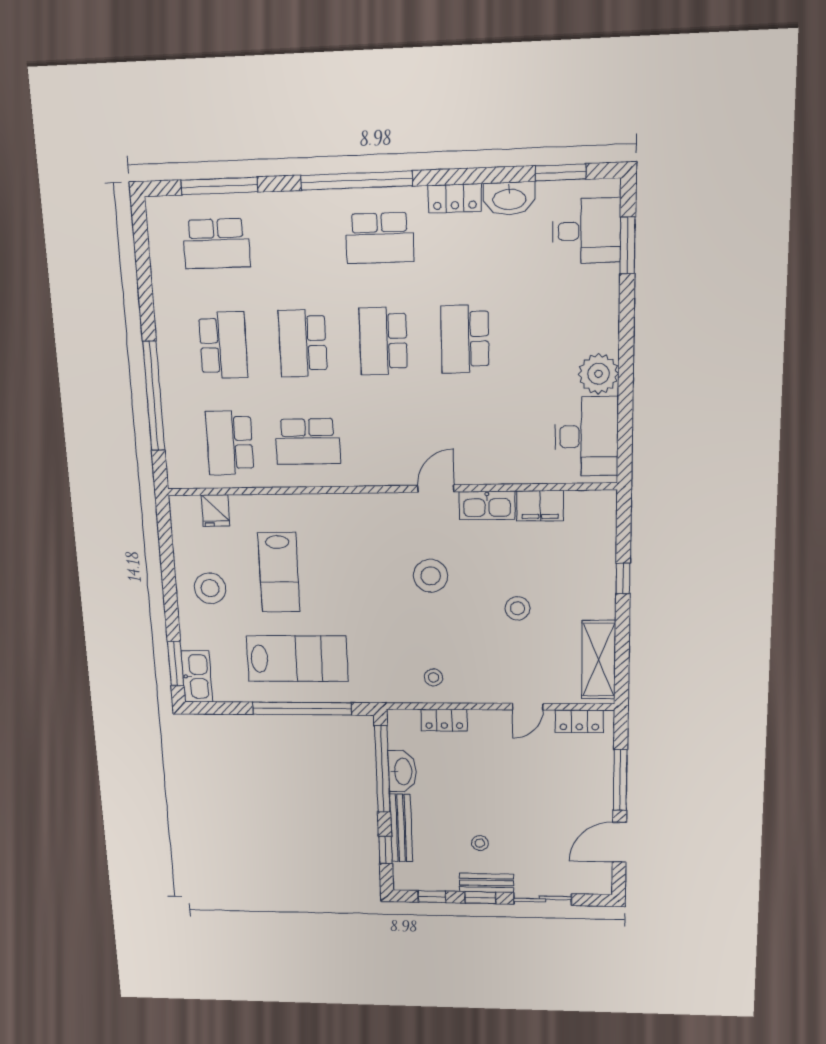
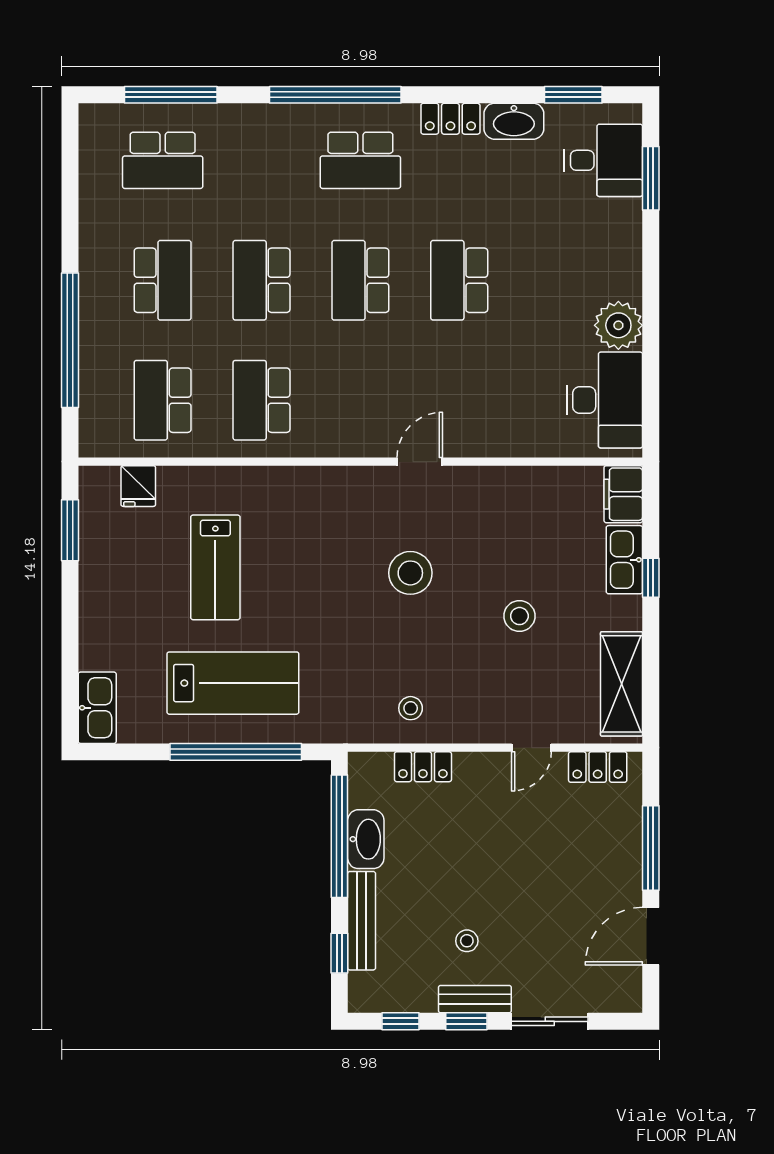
school desk: (308, 441) -> (262, 400), turned 90
kitchen sink: (487, 506) -> (624, 560), moved, turned 90
filing cabinet: (540, 506) -> (623, 494), moved, turned 90
stool: (210, 588) -> (124, 588), removed
window: (176, 664) -> (70, 530), moved

